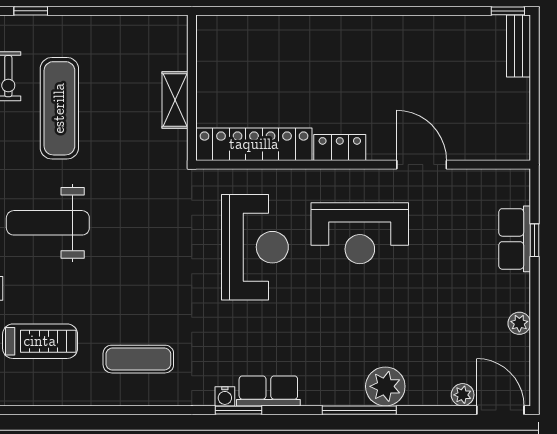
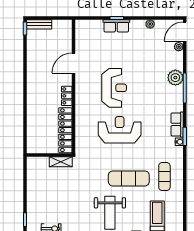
exercise mat: (59, 108) -> (129, 178), moved
locker: (254, 144) -> (65, 130), moved
locker: (340, 147) -> (67, 96), moved
wall: (363, 165) -> (74, 86), moved
door: (422, 165) -> (74, 63), moved

